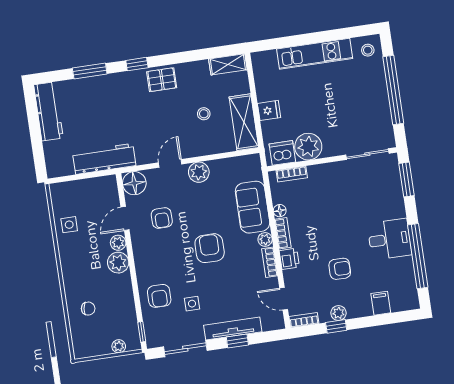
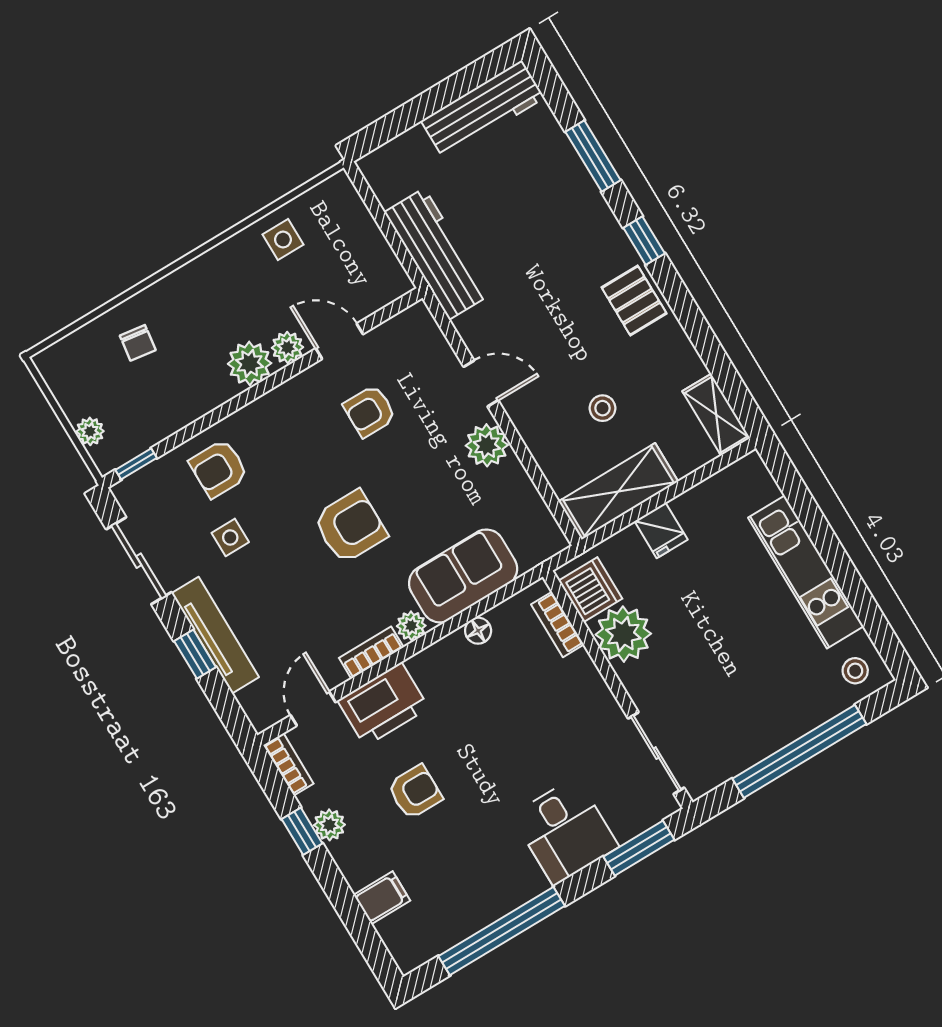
floor lamp: (134, 183) -> (414, 331), removed
bookcase: (283, 233) -> (437, 655), removed
desk: (390, 239) -> (565, 831), moved
printer: (289, 259) -> (383, 704), width x1.87, depth x1.48
armchair: (340, 269) -> (415, 792), turned -90

